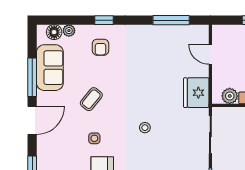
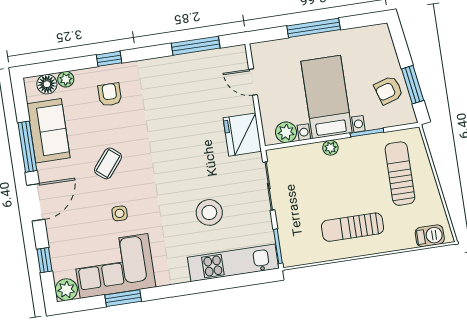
armchair: (101, 47) -> (110, 95), turned 180
stool: (145, 128) -> (209, 212), moved, width x1.89, depth x1.89

